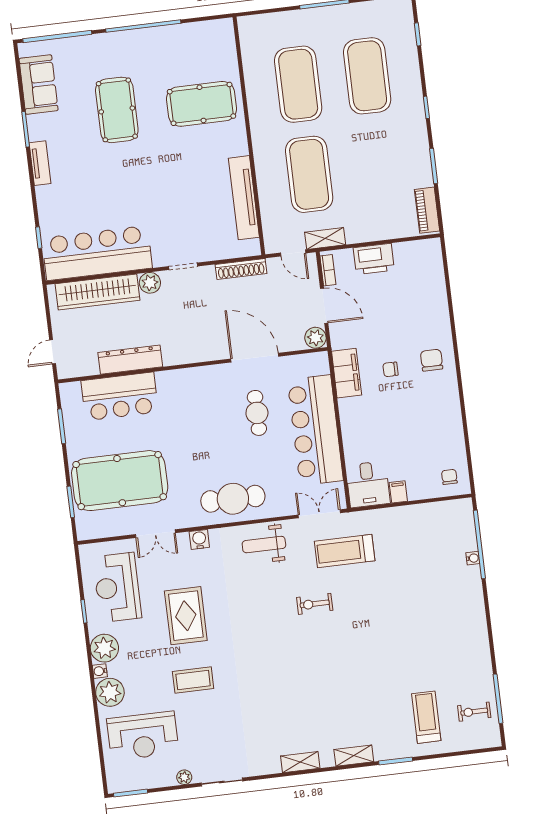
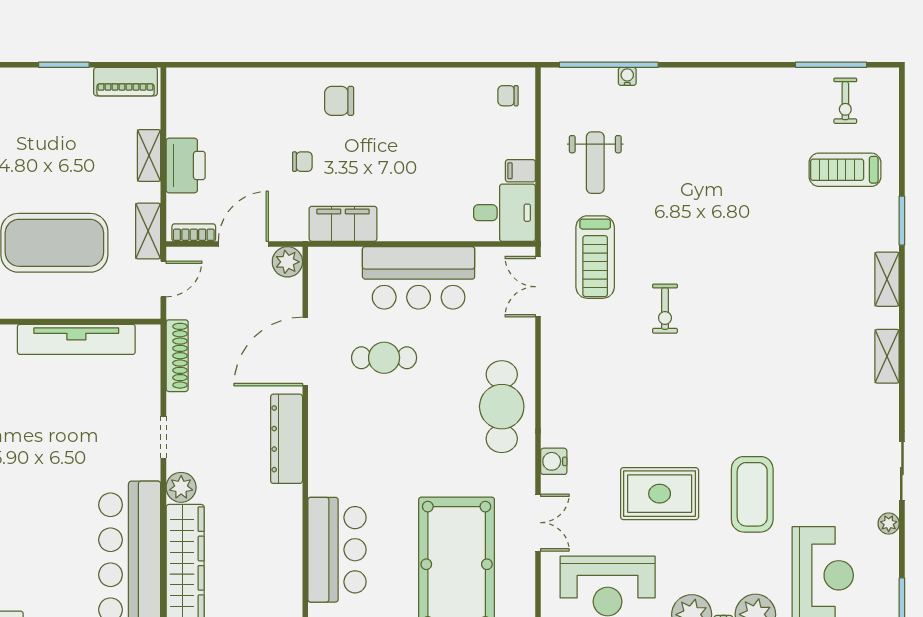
shelving: (378, 233) -> (149, 155), added
dresser: (130, 360) -> (287, 439), moved
chair: (390, 369) -> (302, 162), moved, turned -90
bar counter: (315, 430) -> (419, 278), width x0.73
weight bench: (264, 545) -> (595, 163), moved
coffee table: (193, 680) -> (752, 494), width x1.36, depth x1.32

